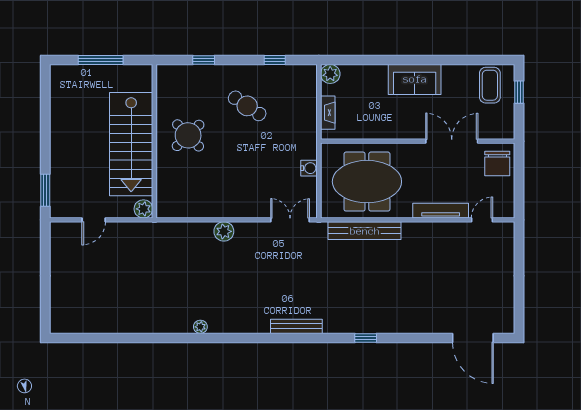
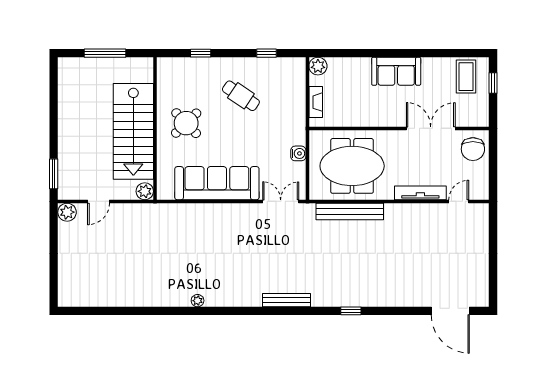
sofa: (221, 200) -> (217, 183), added
plant: (224, 231) -> (67, 212), moved

